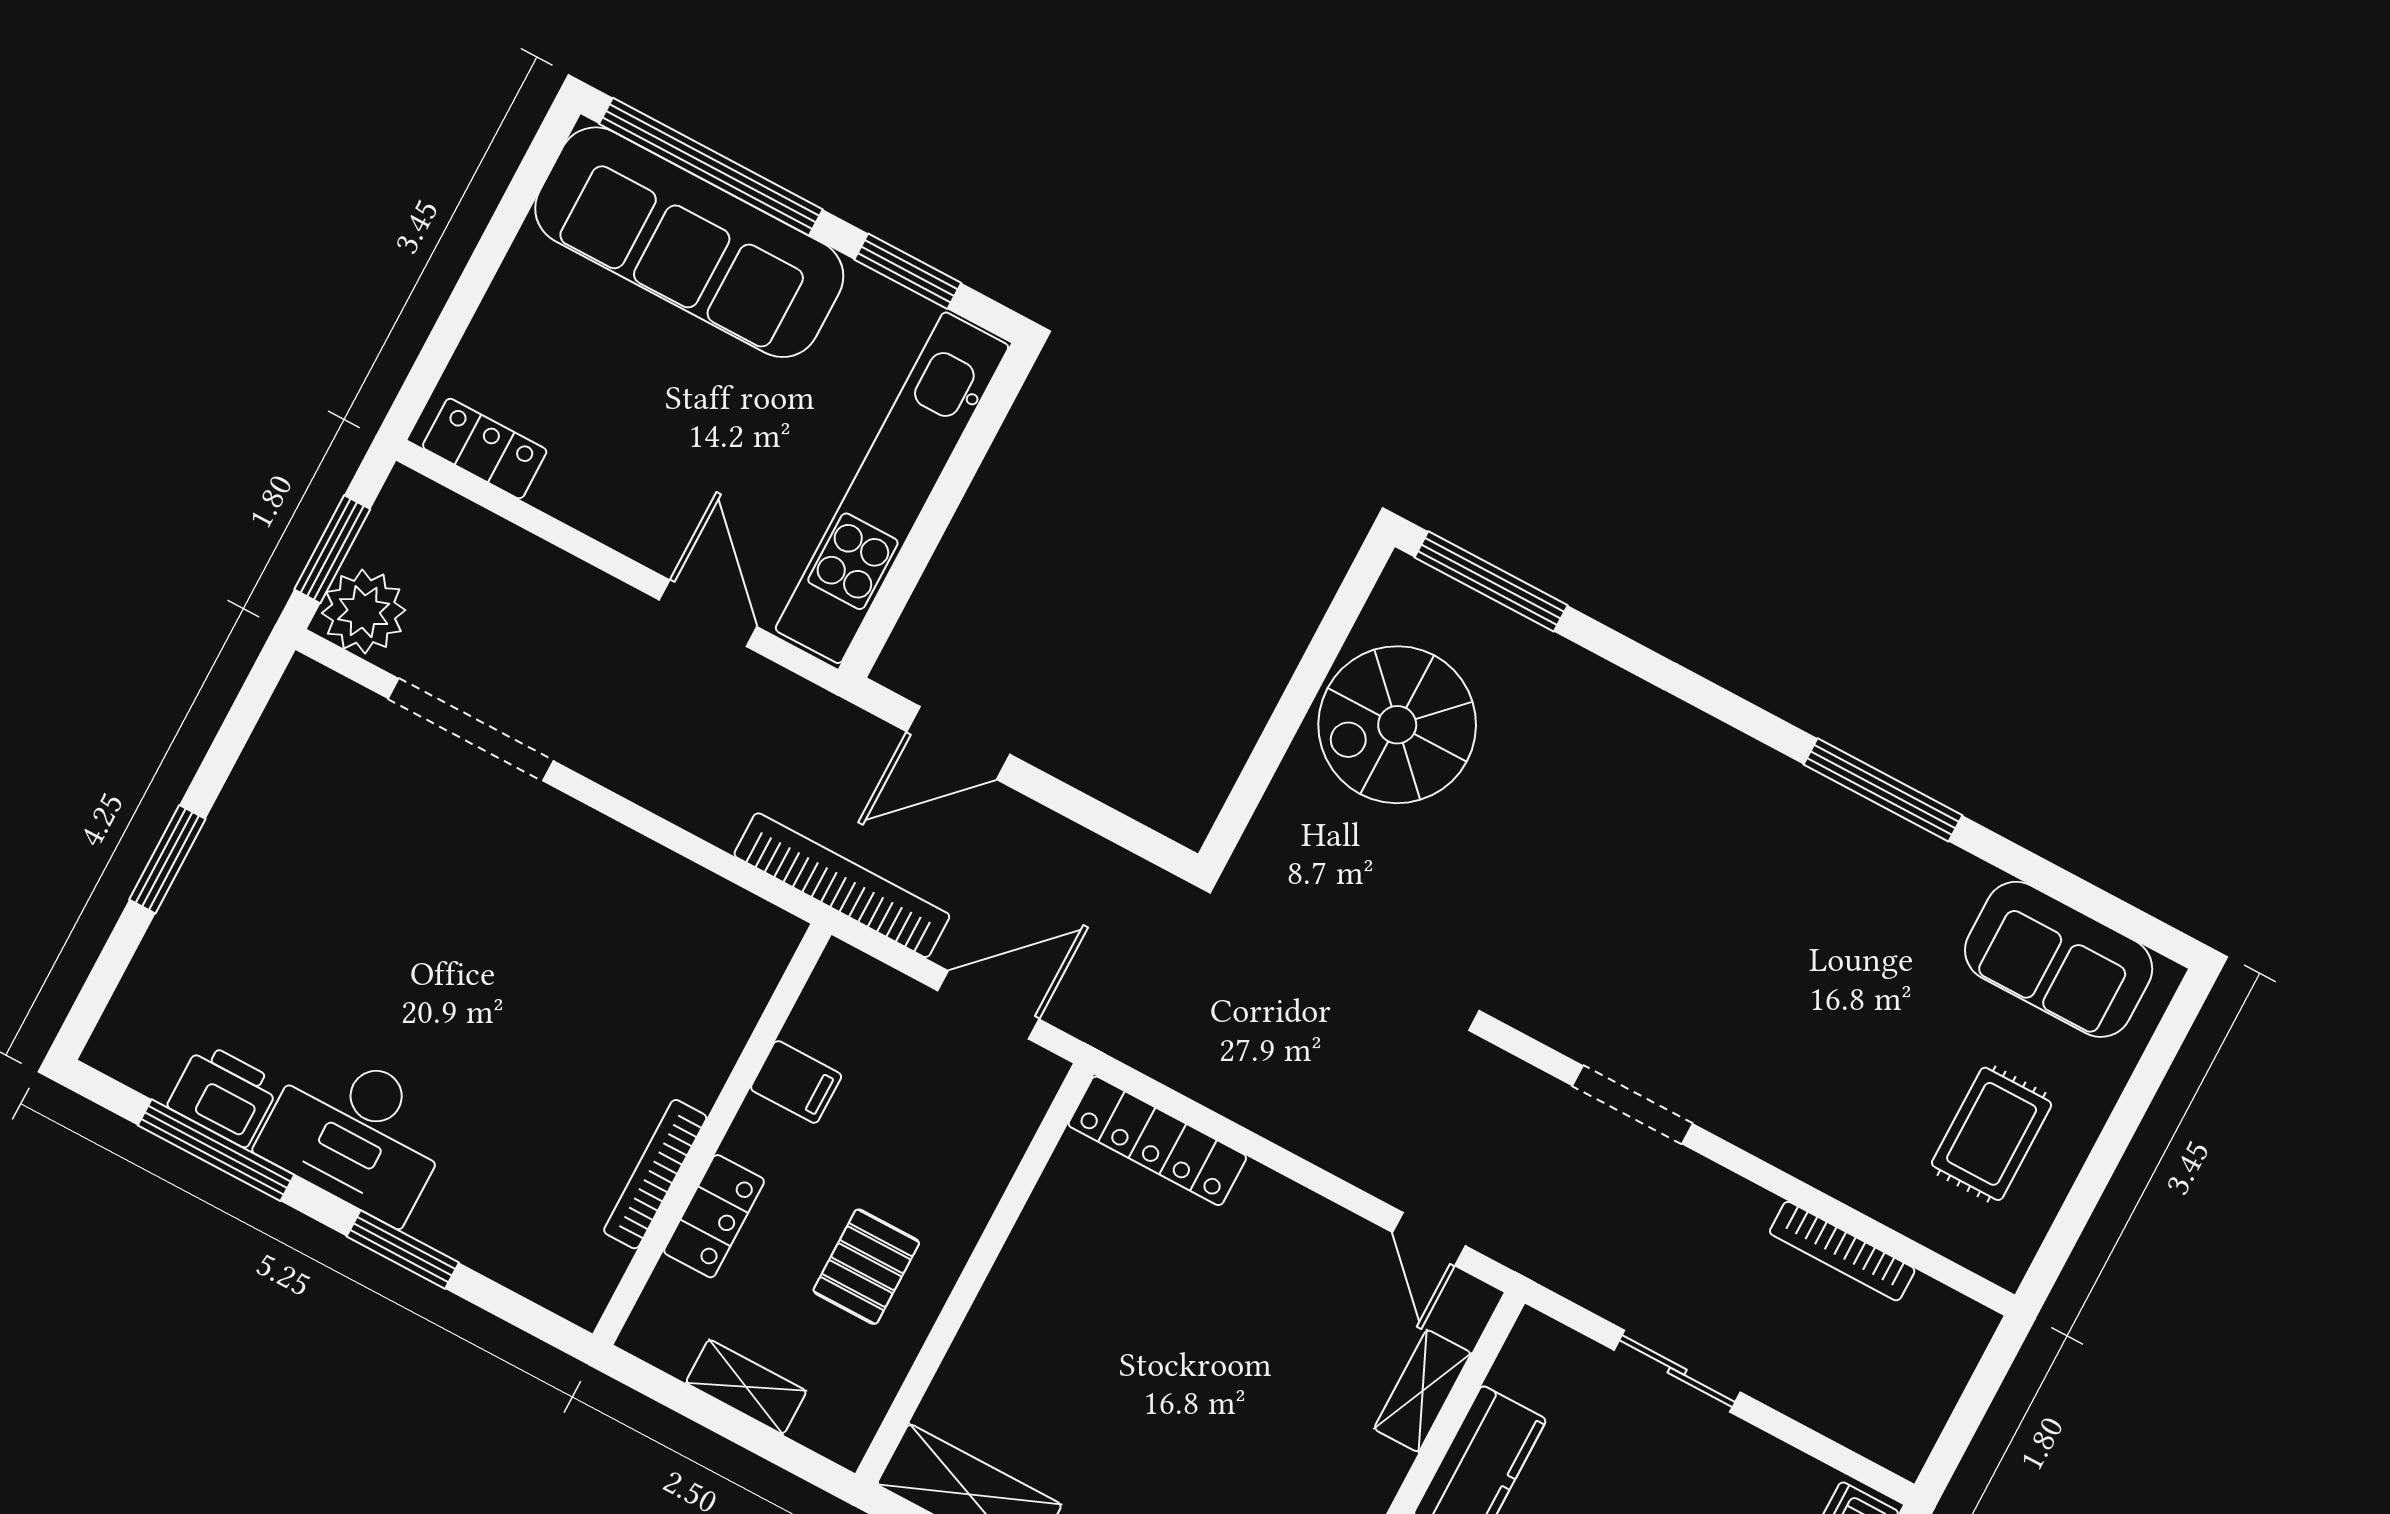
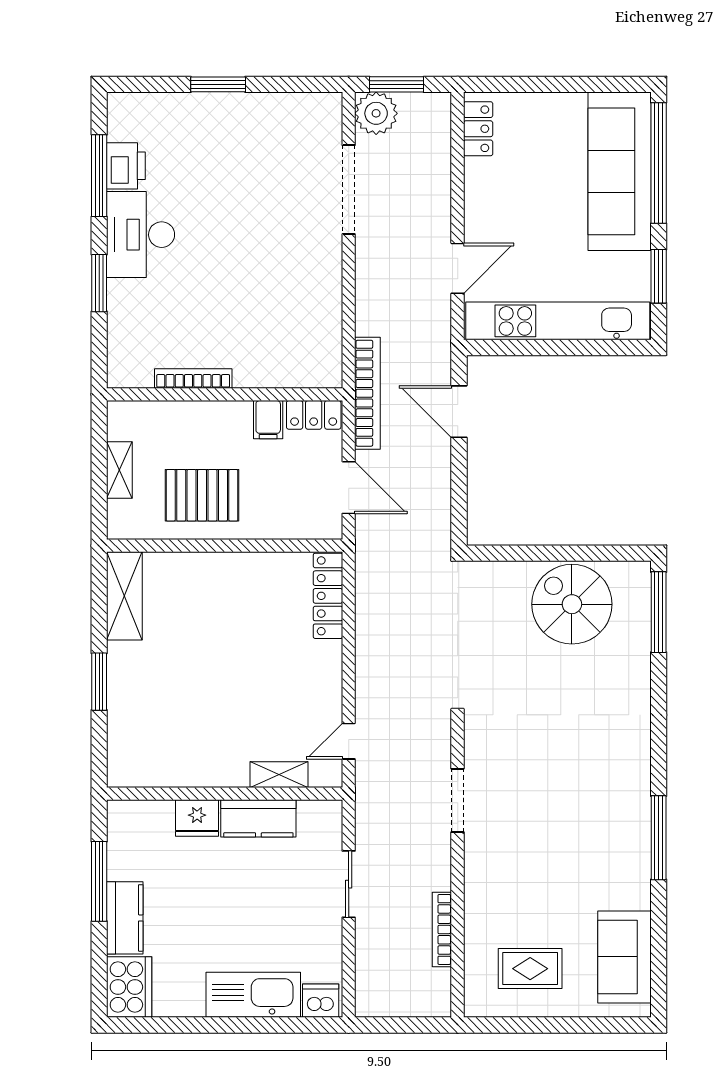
locker: (714, 1216) -> (314, 415), moved
pallet: (866, 1267) -> (202, 495), width x1.50, depth x1.42

